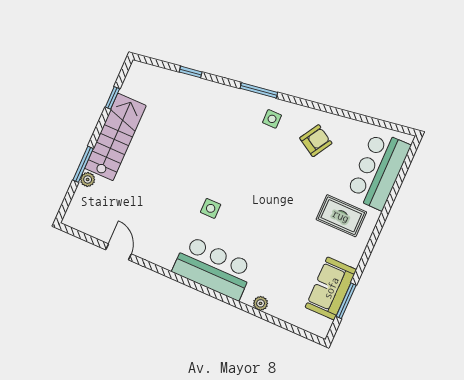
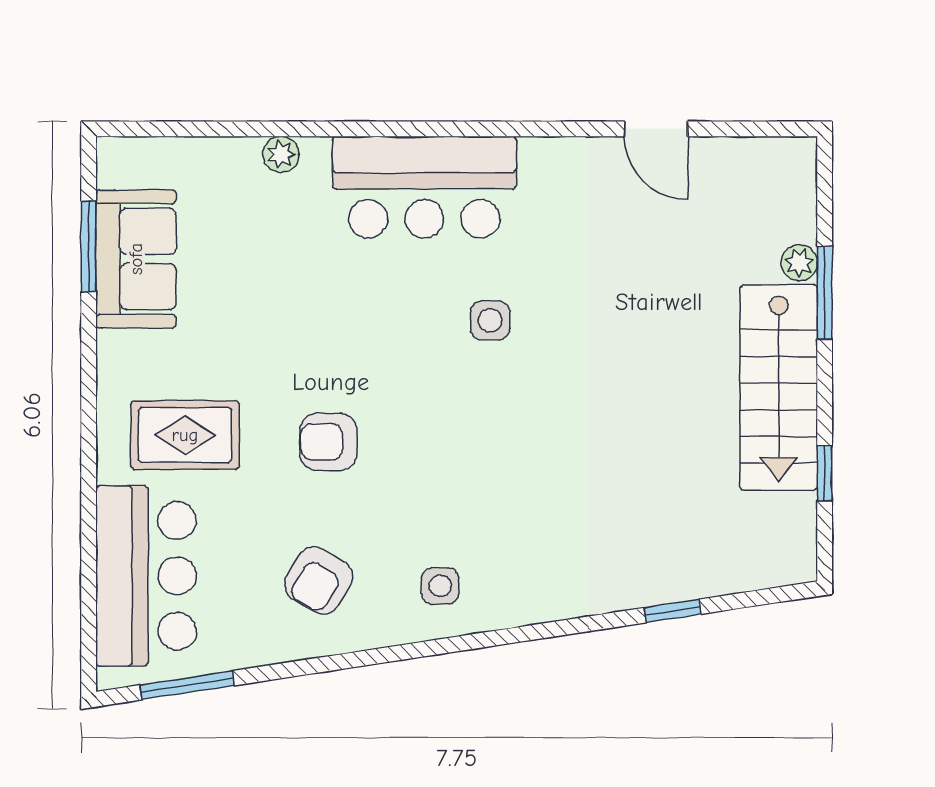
window: (259, 90) -> (187, 685), moved
armchair: (290, 190) -> (329, 442), added

